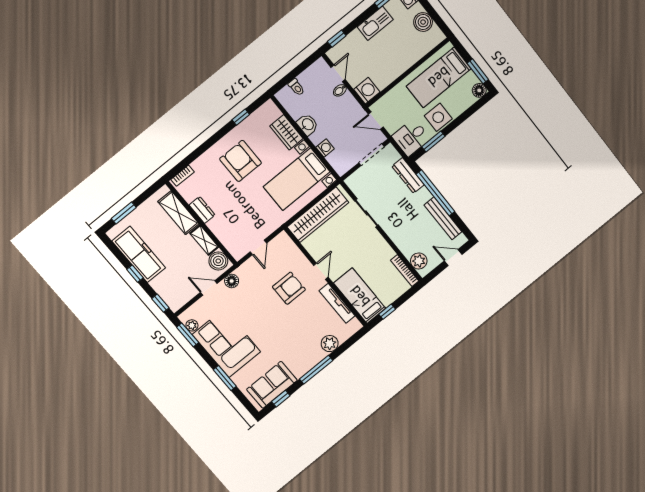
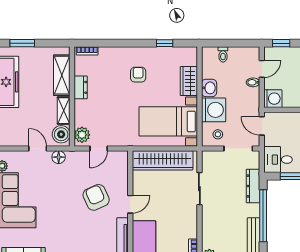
washing machine: (325, 148) -> (214, 110), width x1.89, depth x1.89
stool: (346, 157) -> (218, 134), added
armchair: (240, 161) -> (138, 75), width x0.53, depth x0.53
plant: (236, 247) -> (82, 135), added
armchair: (289, 288) -> (96, 197), turned -114

